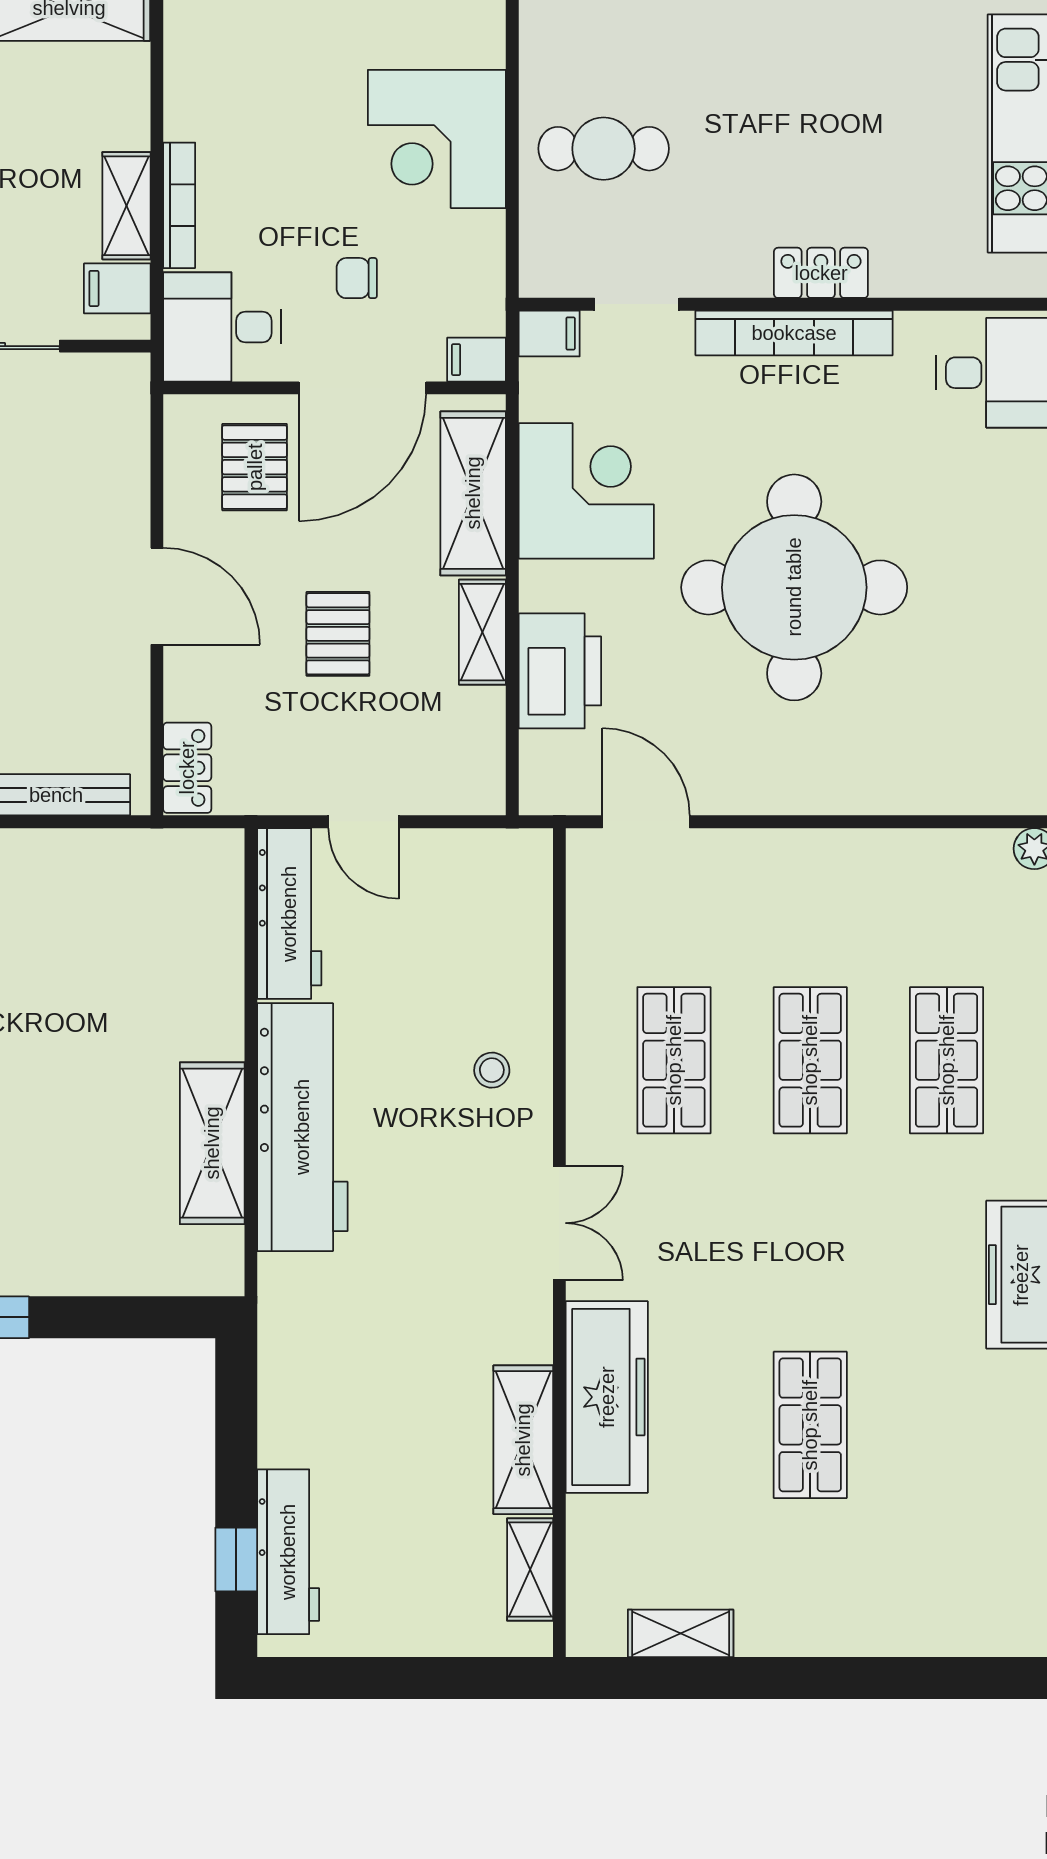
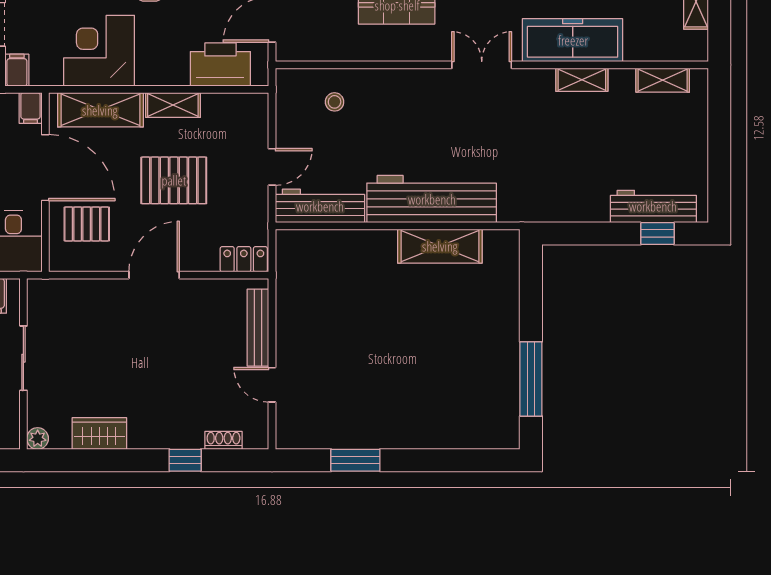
pallet: (338, 634) -> (174, 180), width x1.50, depth x1.42
printer: (560, 671) -> (220, 65), moved
stool: (492, 1070) -> (335, 102), moved
shelving: (523, 1440) -> (582, 80), width x0.67, depth x0.75

